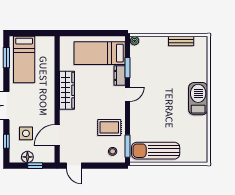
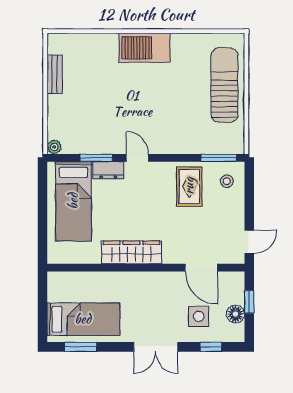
sun lounger: (156, 151) -> (225, 85), moved, turned 180

